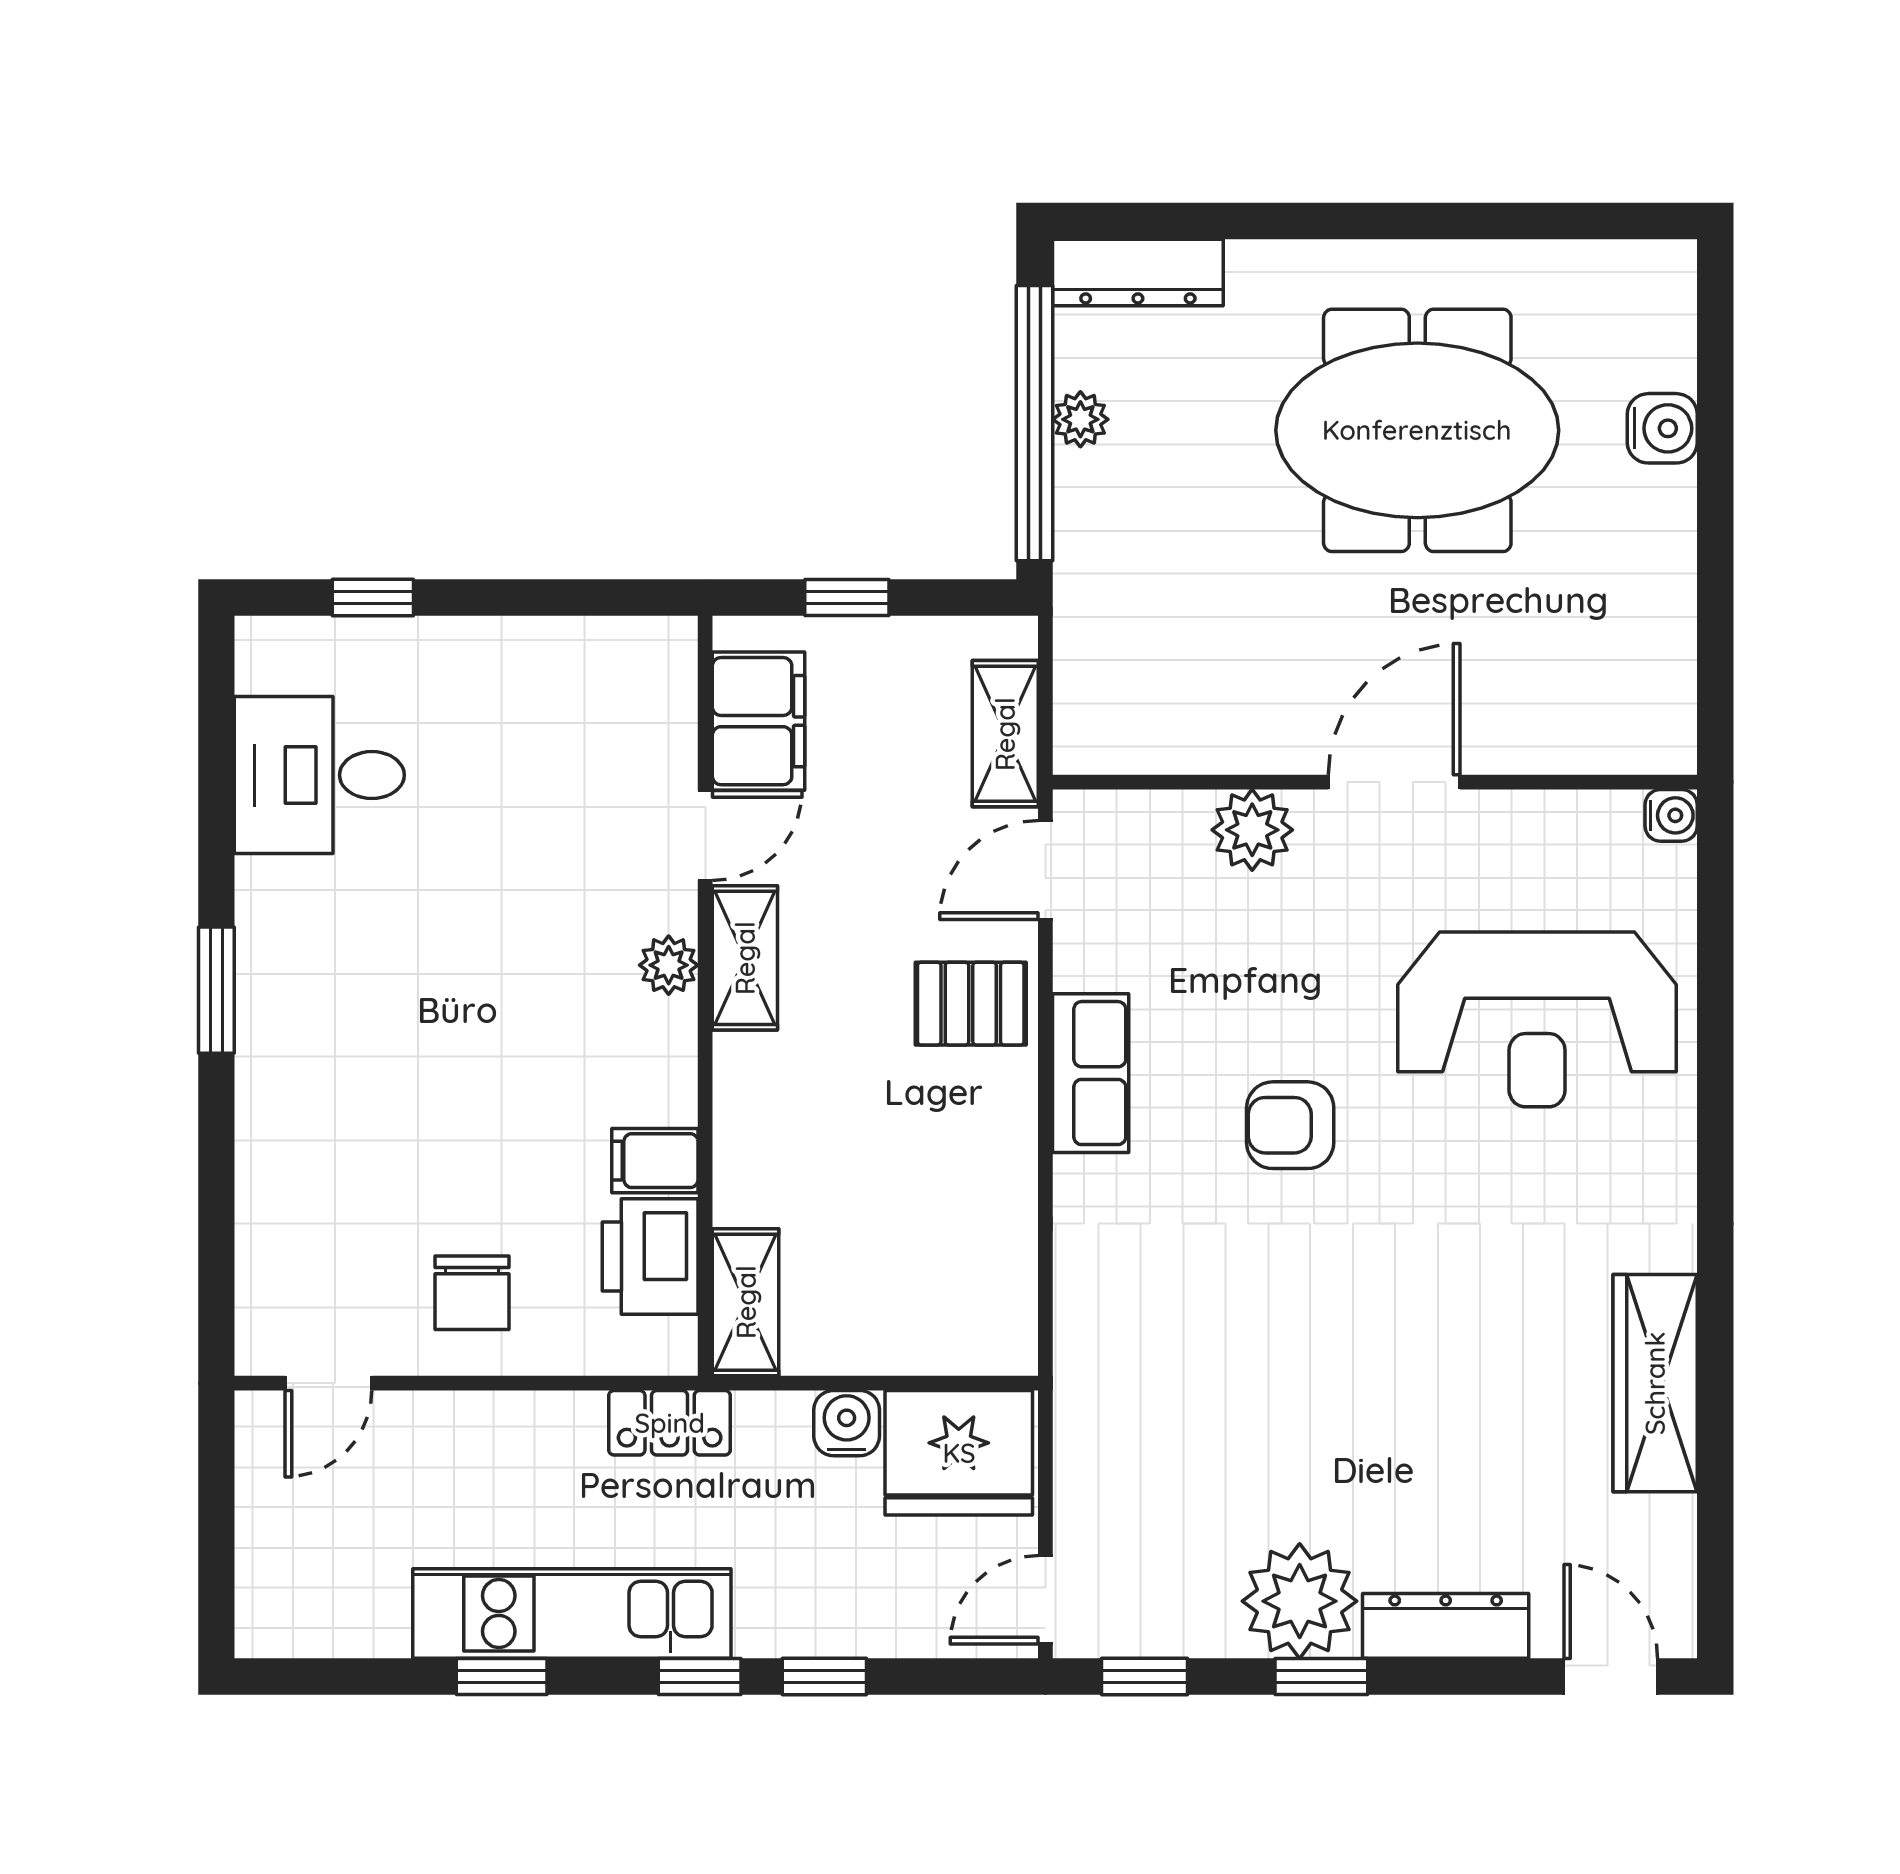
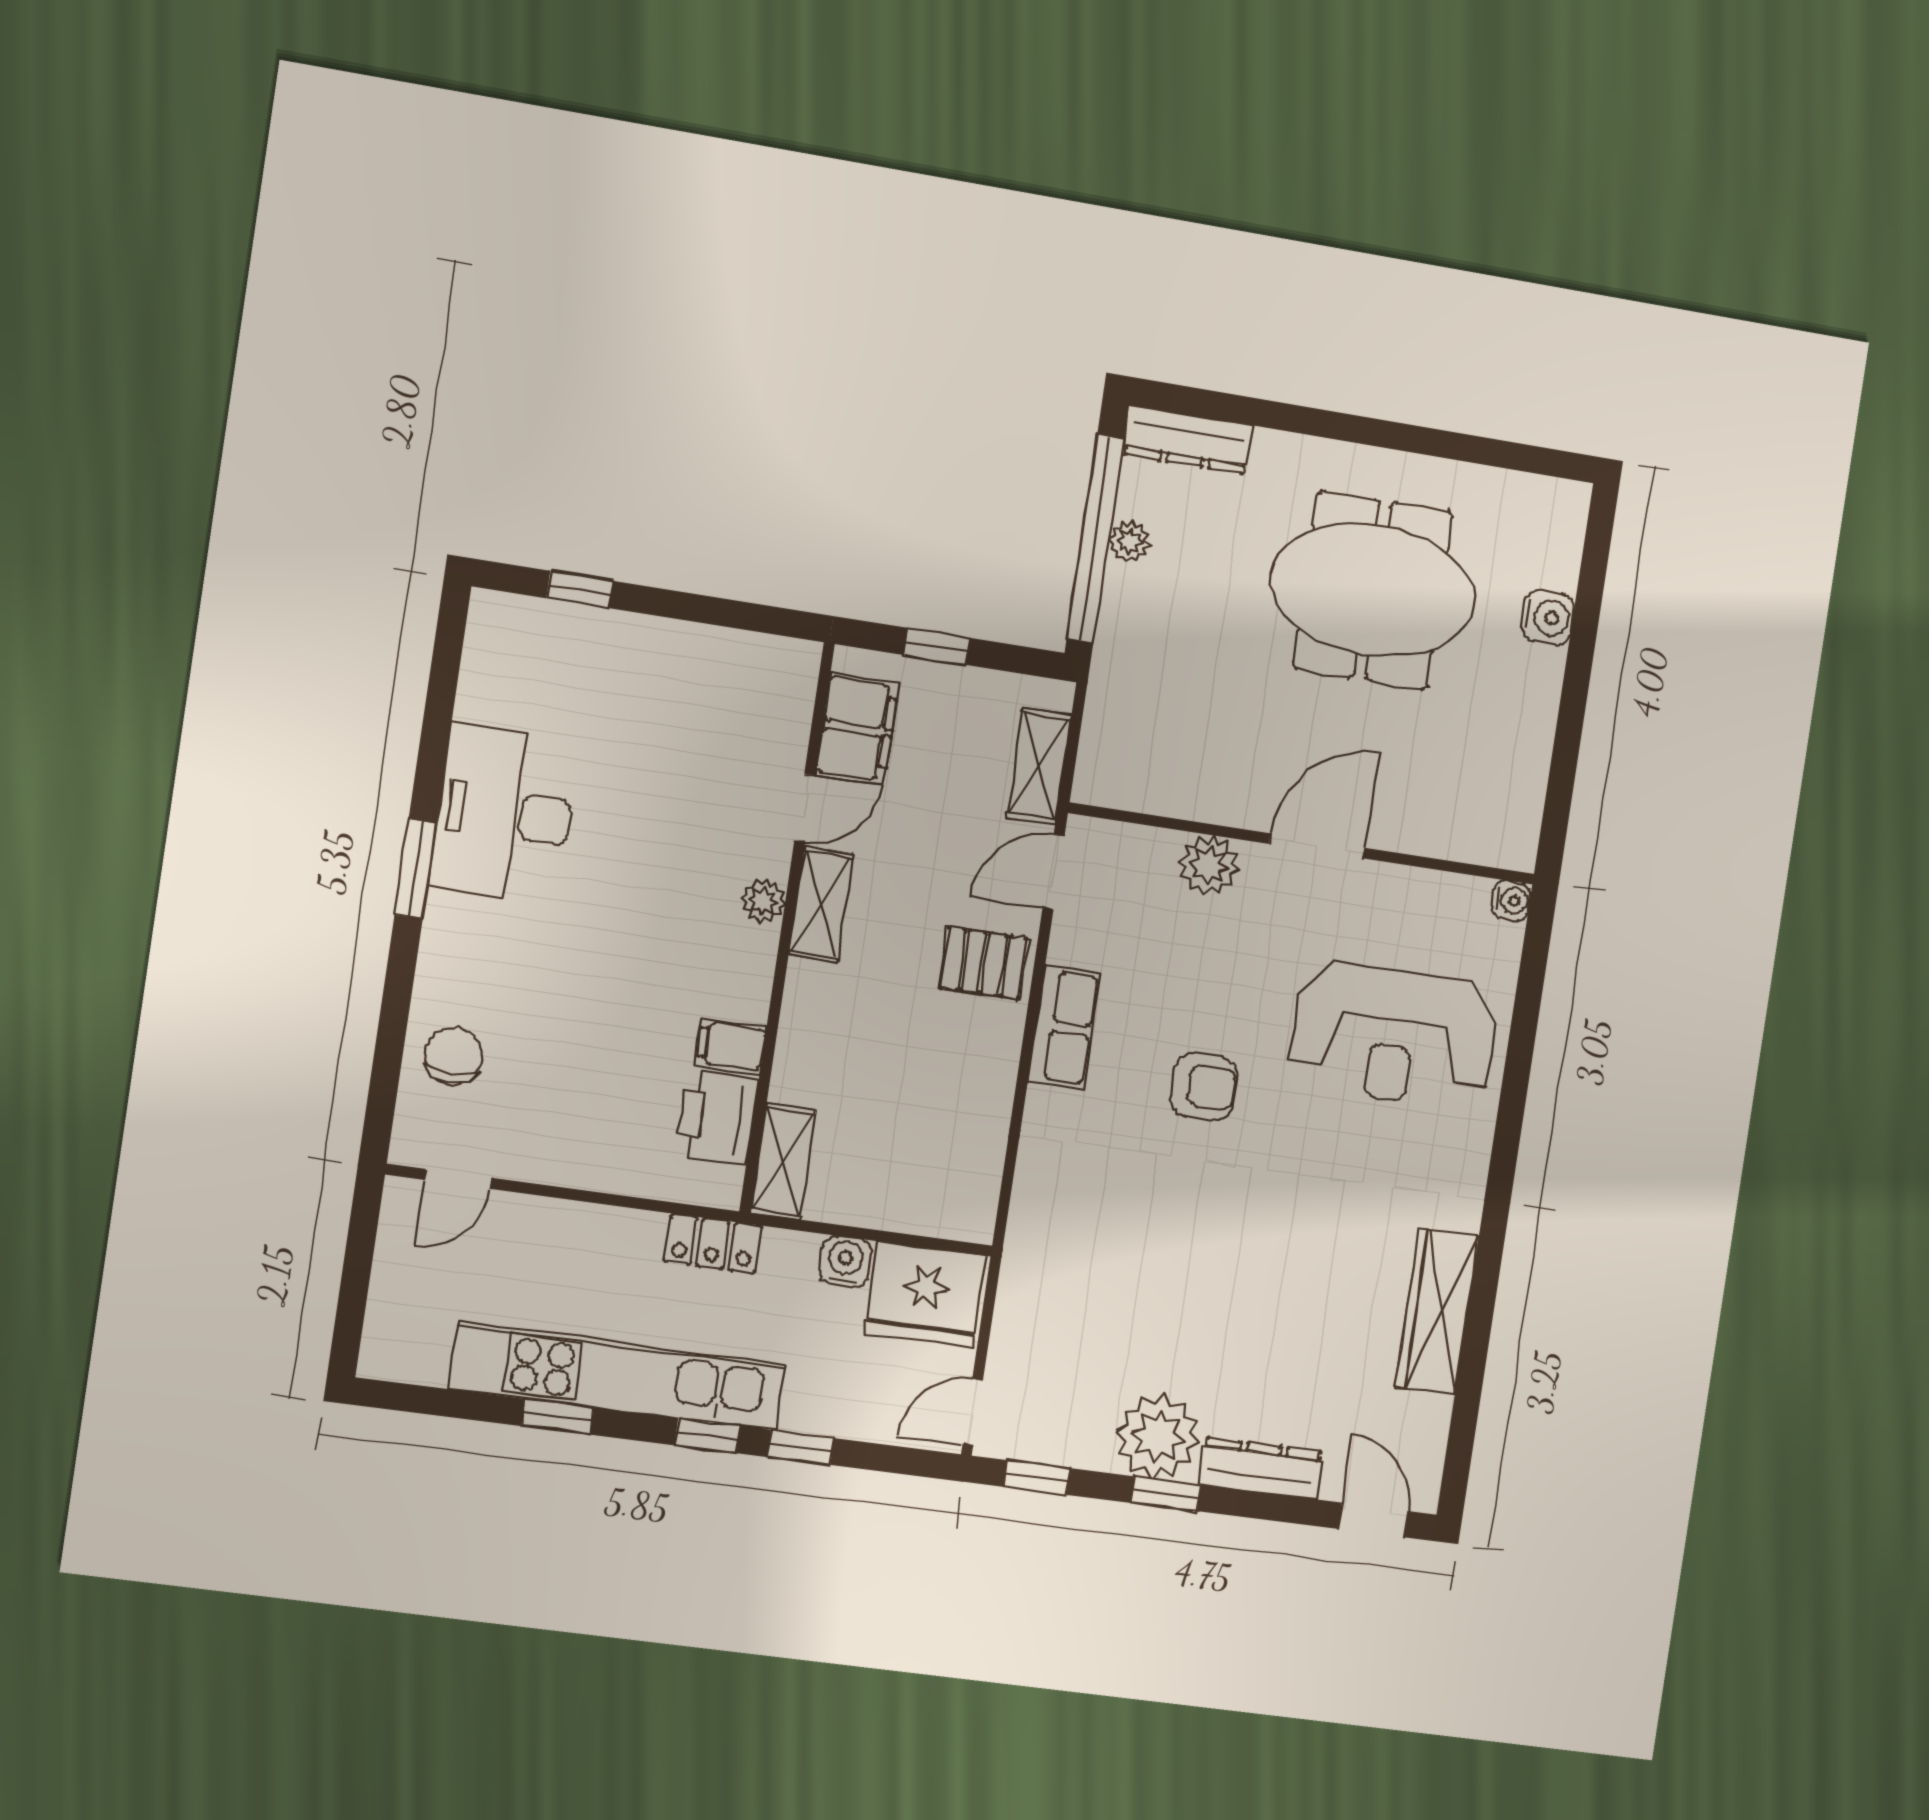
desk: (319, 775) -> (505, 814), moved, width x1.37
armchair: (1290, 1125) -> (1204, 1087), turned 180
chair: (472, 1293) -> (454, 1056), moved, turned 180
kitchen unit: (572, 1613) -> (618, 1376), width x1.36

